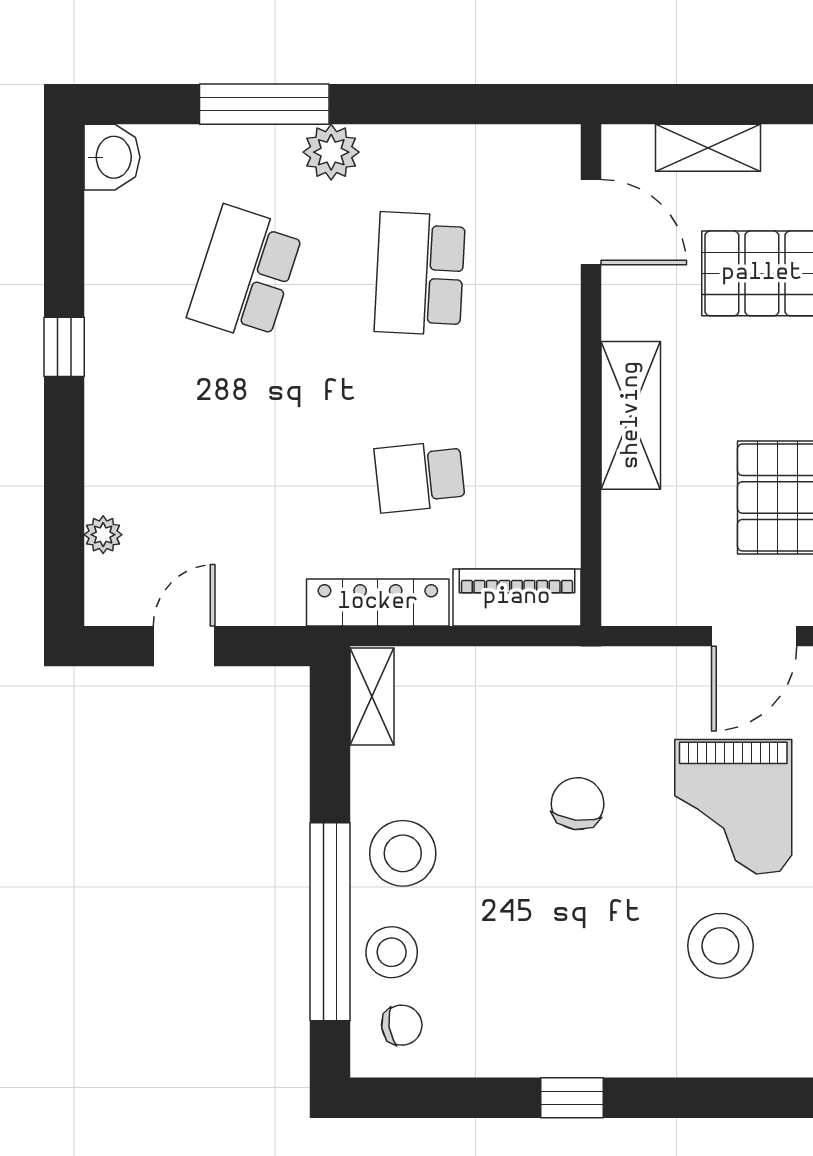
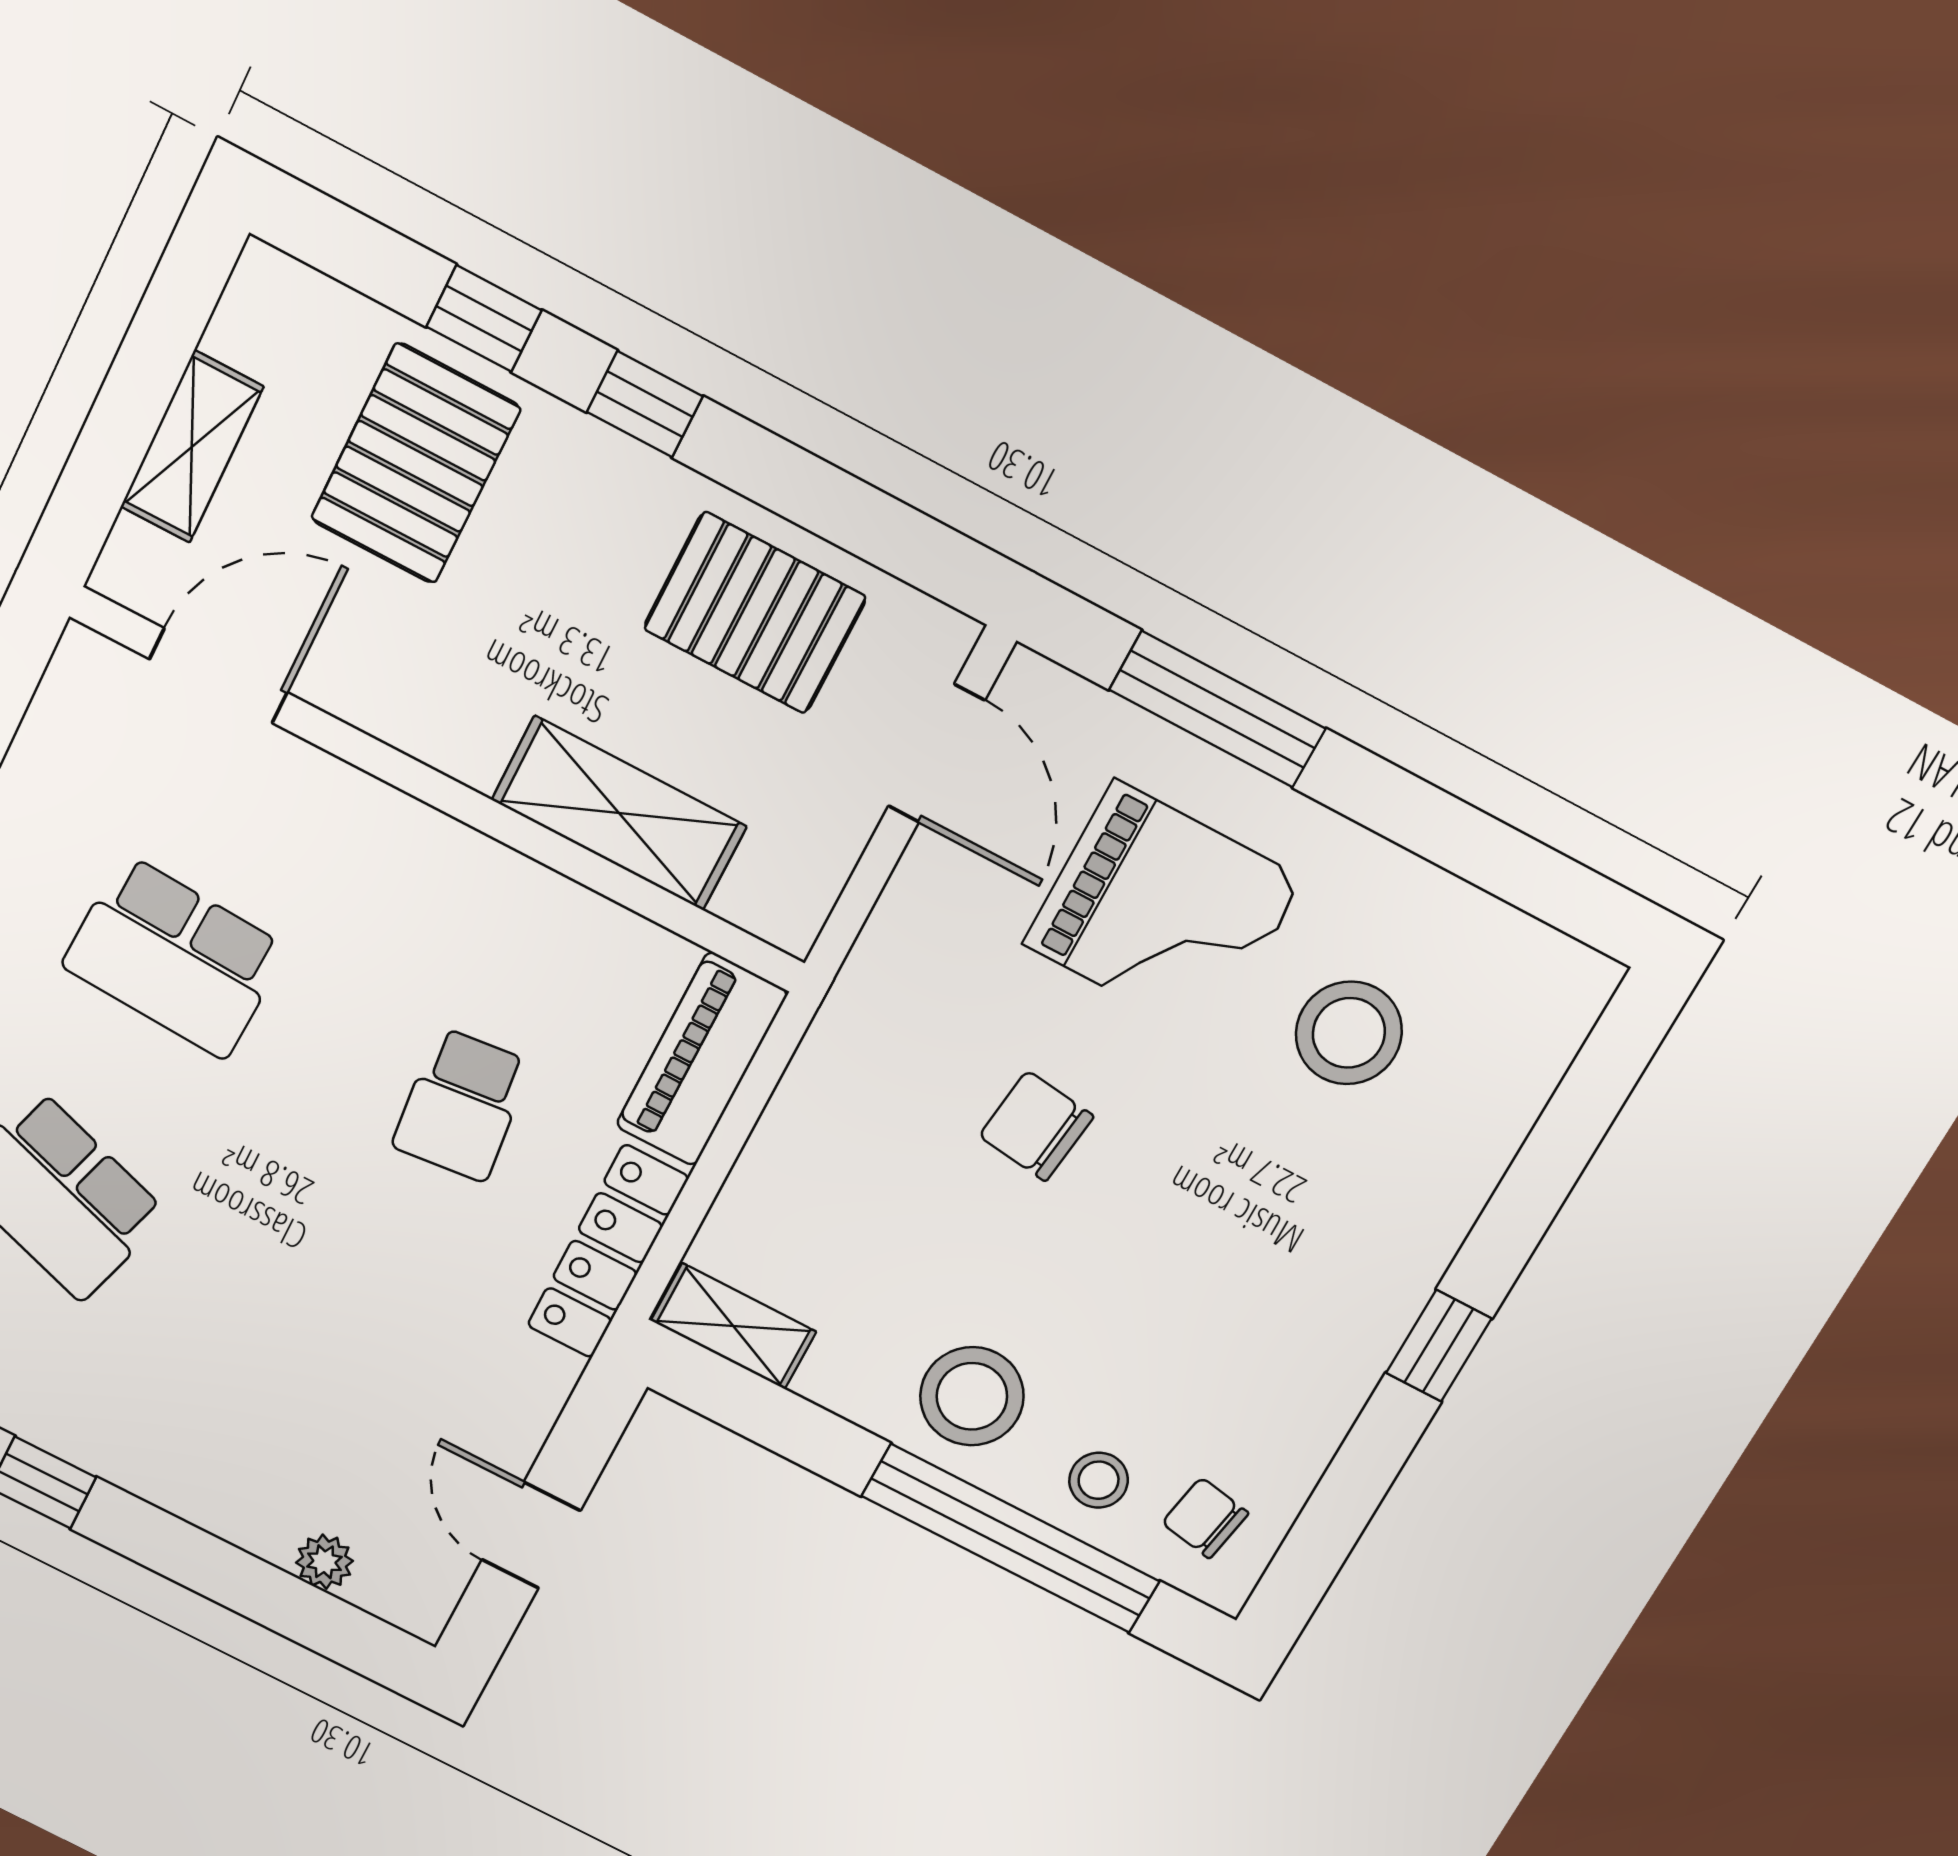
shelving: (631, 415) -> (619, 813), moved
stool: (392, 952) -> (1099, 1480), width x0.73, depth x0.73
chair: (402, 1025) -> (1205, 1518), turned -72

